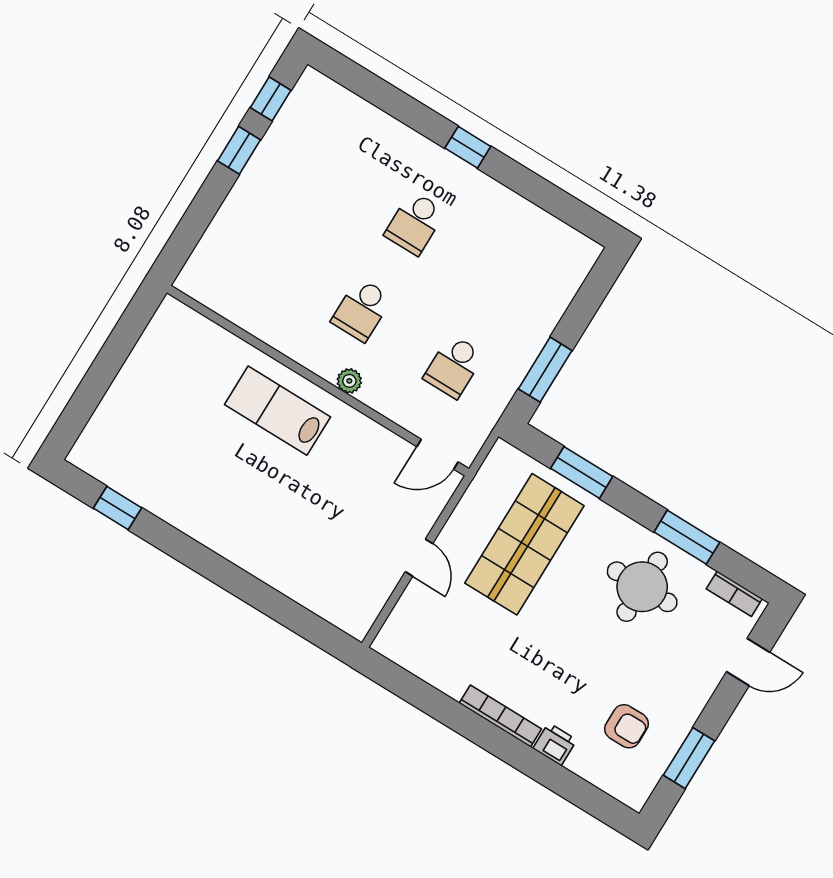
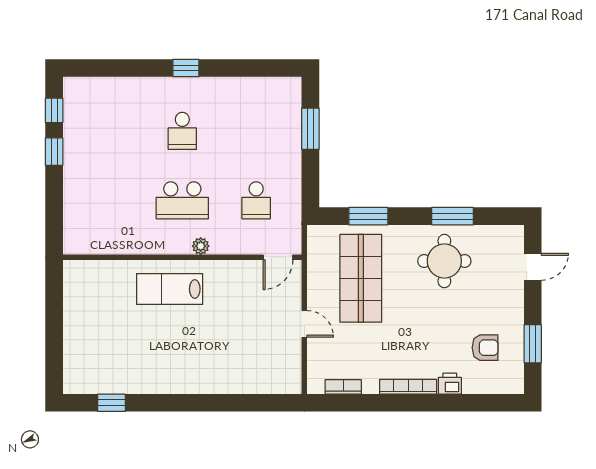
school desk: (362, 310) -> (182, 200), width x1.85
window: (545, 370) -> (310, 129), moved
bookcase: (734, 594) -> (343, 387), moved, turned 180

